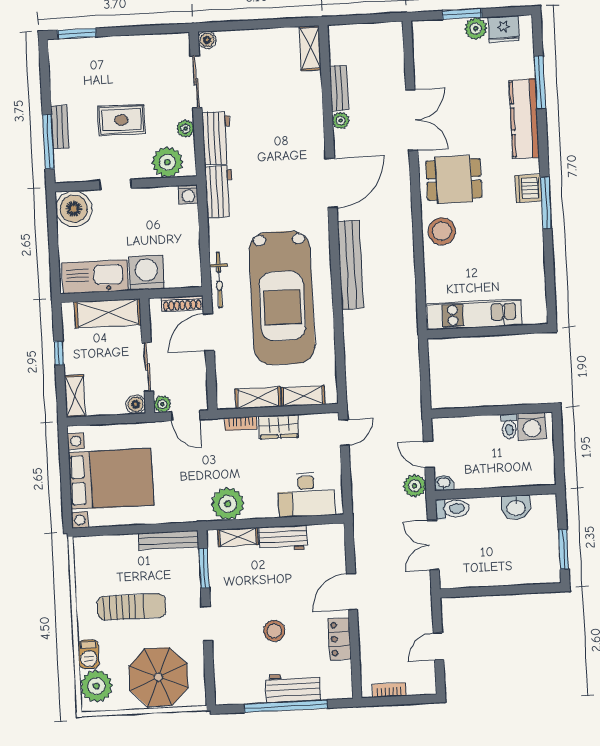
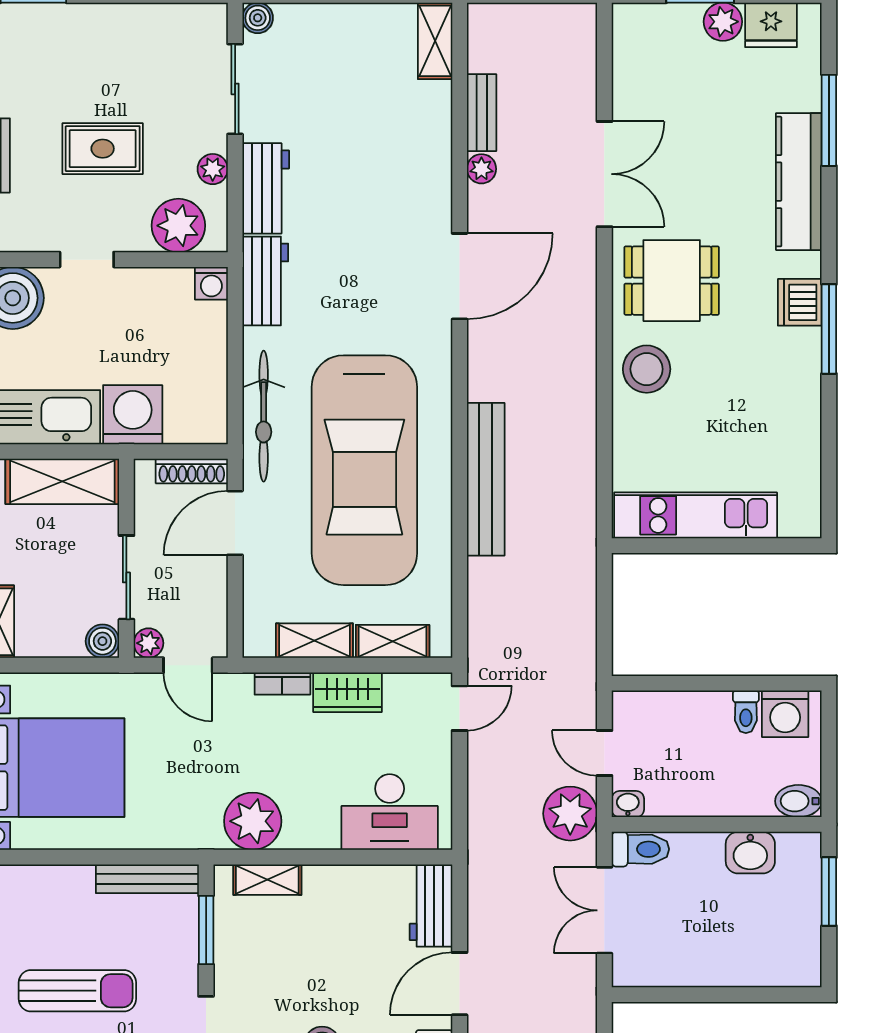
bench: (350, 265) -> (486, 479), moved
bicycle: (219, 280) -> (264, 416), width x1.37, depth x1.40
bidet: (542, 476) -> (798, 801), added
plant: (415, 486) -> (570, 814), width x1.36, depth x1.36
workbench: (283, 538) -> (431, 906), moved, turned 90
window: (563, 549) -> (829, 892), moved

